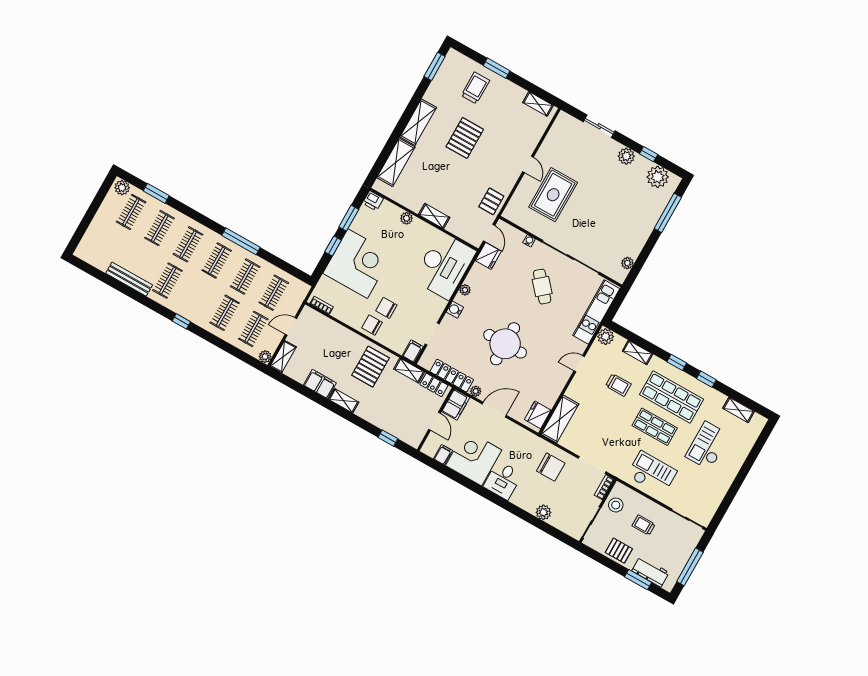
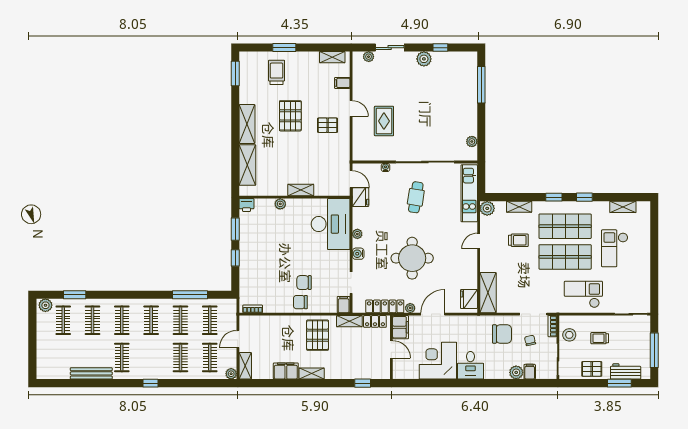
filing cabinet: (533, 135) -> (342, 83), added
plant: (658, 177) -> (369, 57), moved, width x0.53, depth x0.53
rug: (553, 195) -> (384, 121), width x0.73, depth x0.70
pallet: (491, 201) -> (328, 125), moved, turned 90
window: (241, 241) -> (190, 295), moved
corner desk: (358, 264) -> (262, 261), removed
cafe table: (542, 287) -> (416, 197), turned 50
shop shelf: (655, 427) -> (565, 257), width x1.43, depth x1.36
filing cabinet: (443, 455) -> (530, 372), moved
chair: (574, 489) -> (530, 340), added

